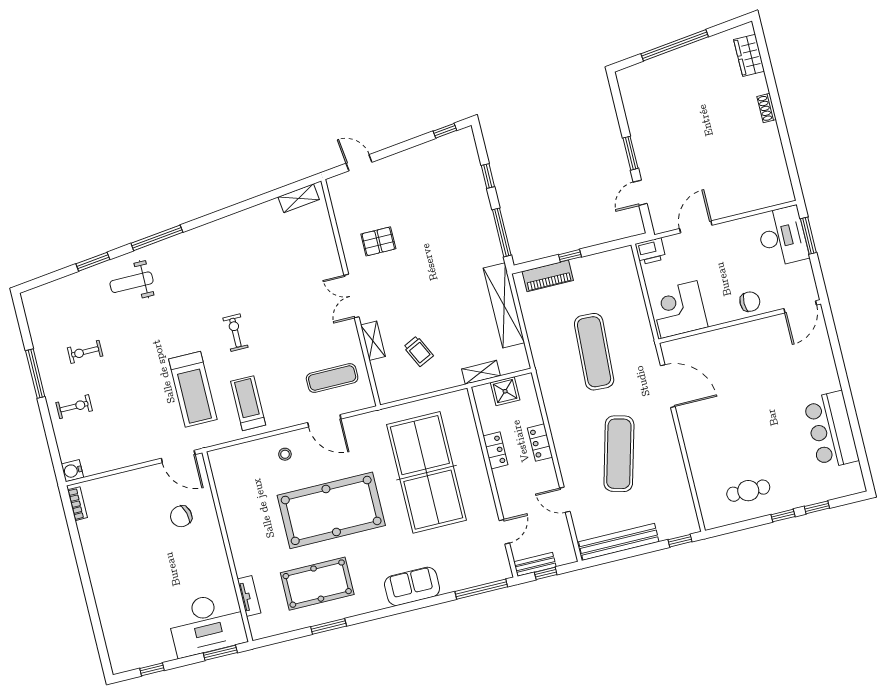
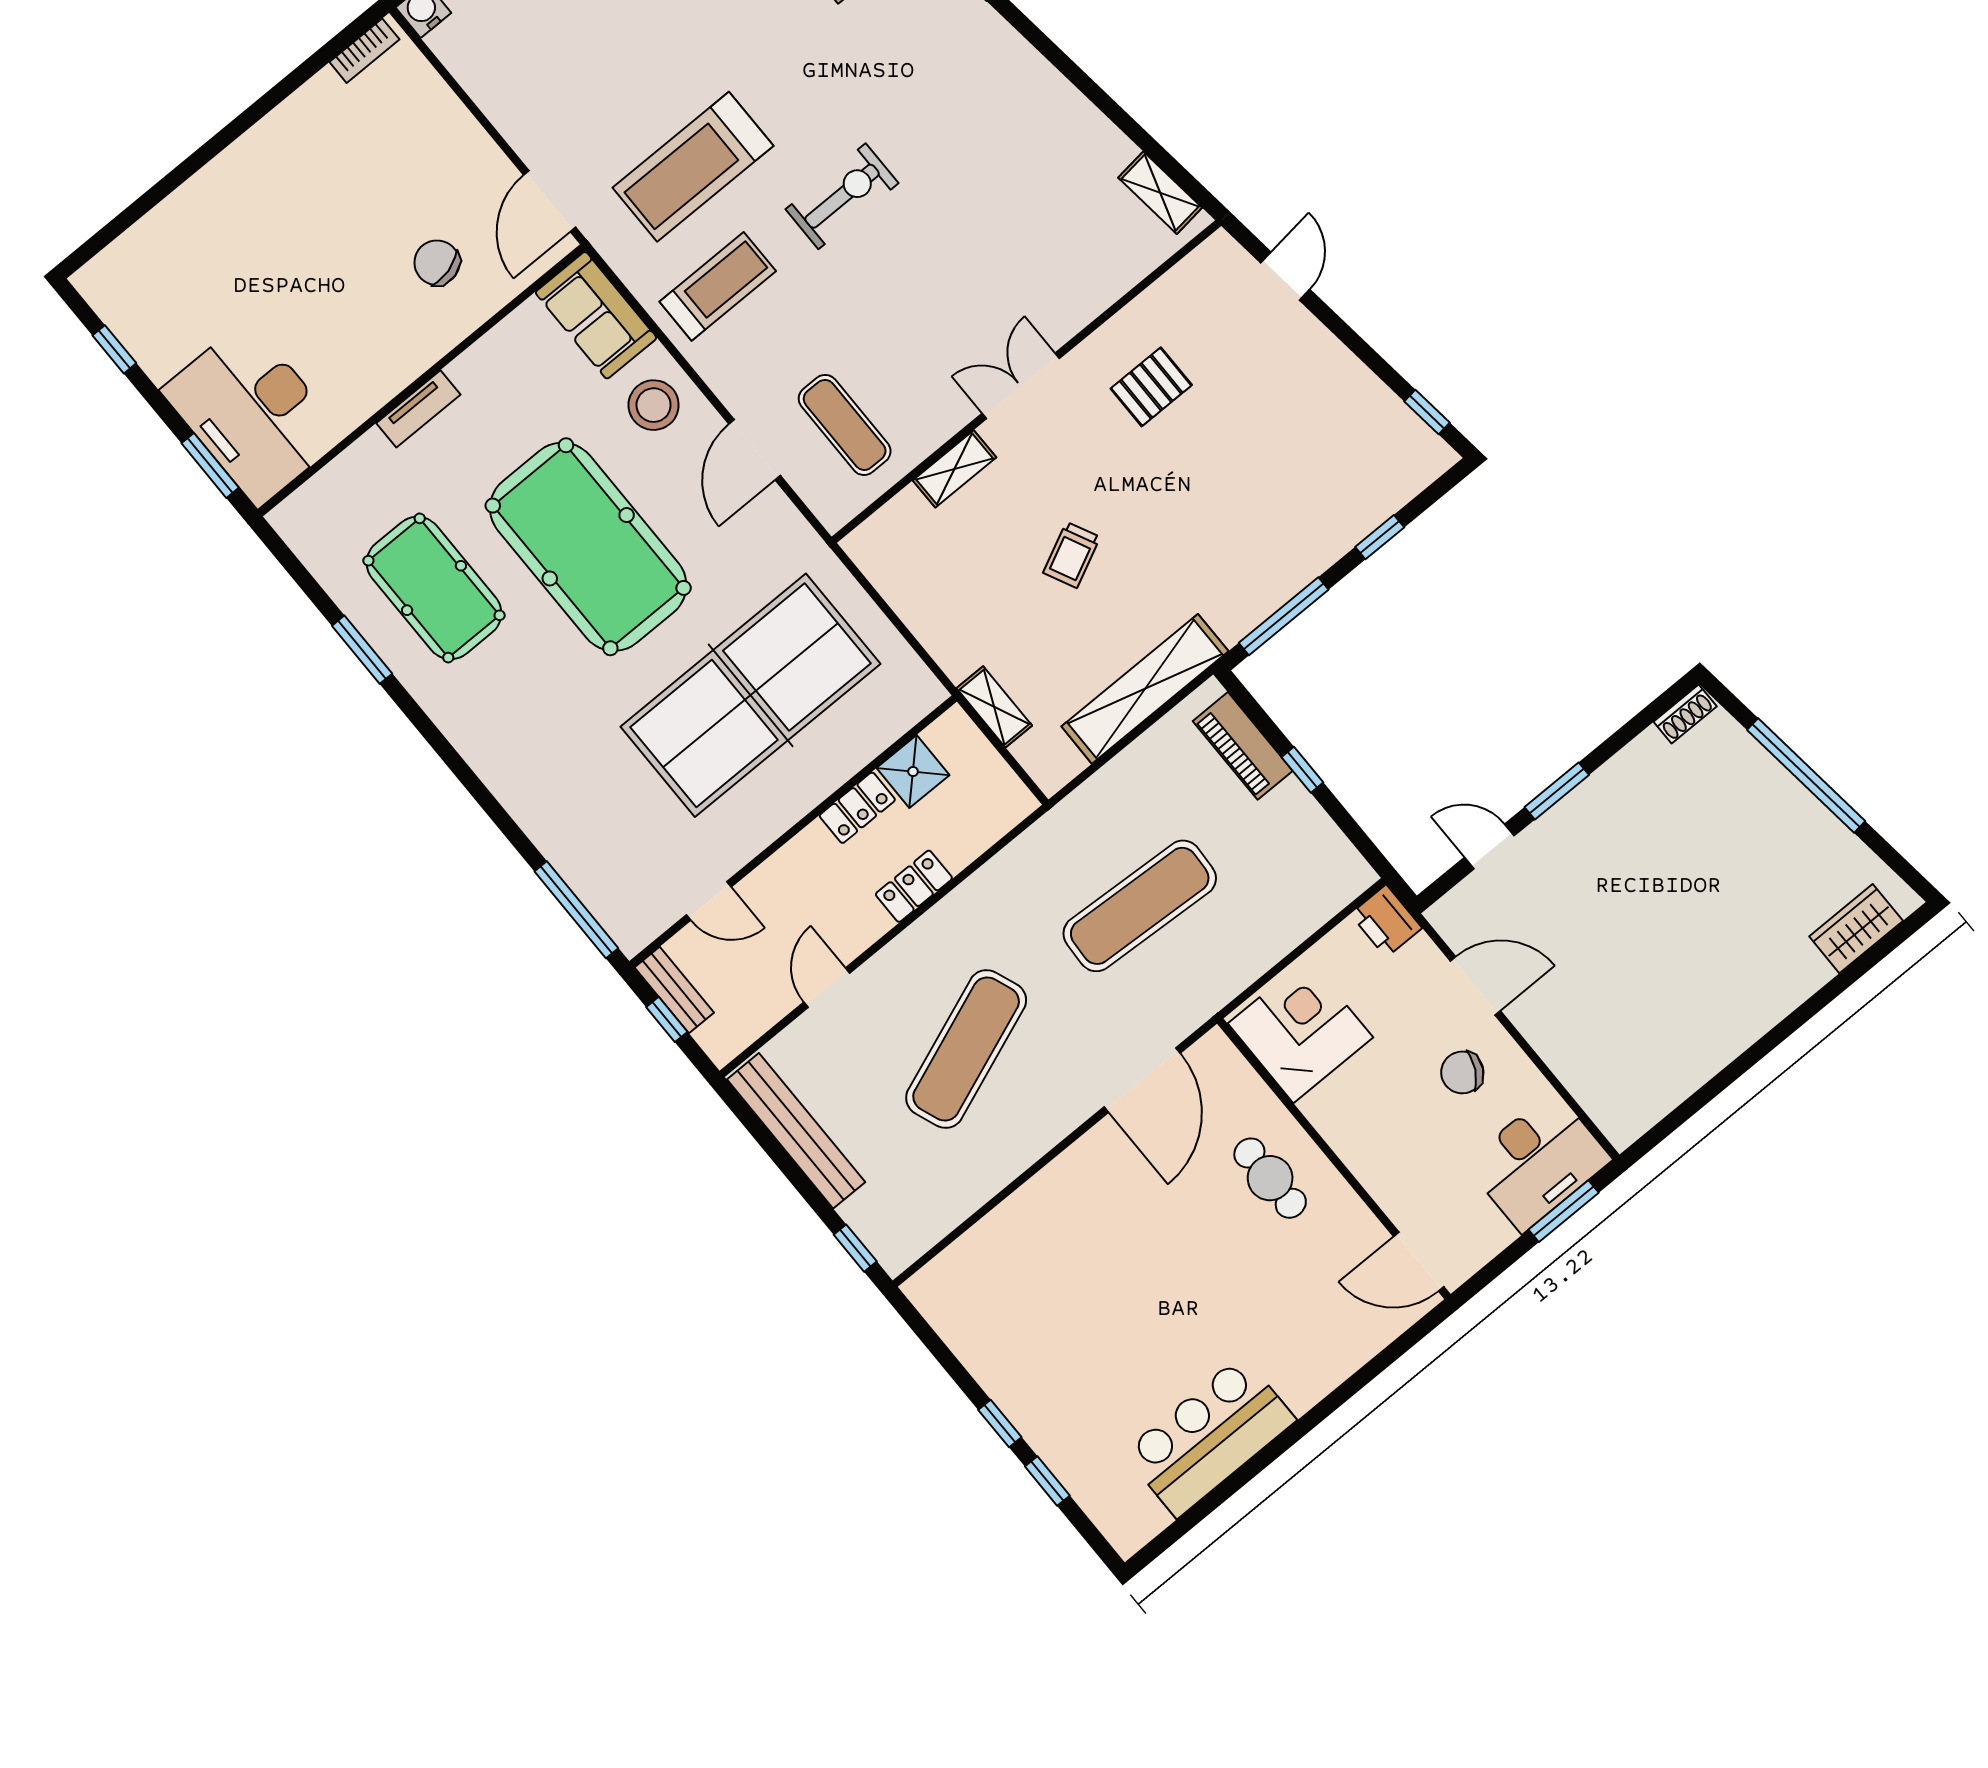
shoe rack: (767, 108) -> (1685, 714), moved, turned 180
pallet: (378, 241) -> (1151, 387), turned 90
chair: (750, 302) -> (1462, 1072), moved, turned 118
exercise bike: (235, 333) -> (842, 196), width x1.38, depth x1.39
trolley: (419, 351) -> (1072, 555), moved
shower: (505, 391) -> (913, 772), moved
stool: (285, 454) -> (654, 405), width x1.89, depth x1.89
exercise mat: (619, 454) -> (966, 1049), turned -36
cafe table: (748, 491) -> (1270, 1178), moved
sofa: (412, 586) -> (596, 315), moved, turned 180
tv unit: (249, 596) -> (418, 409), moved

